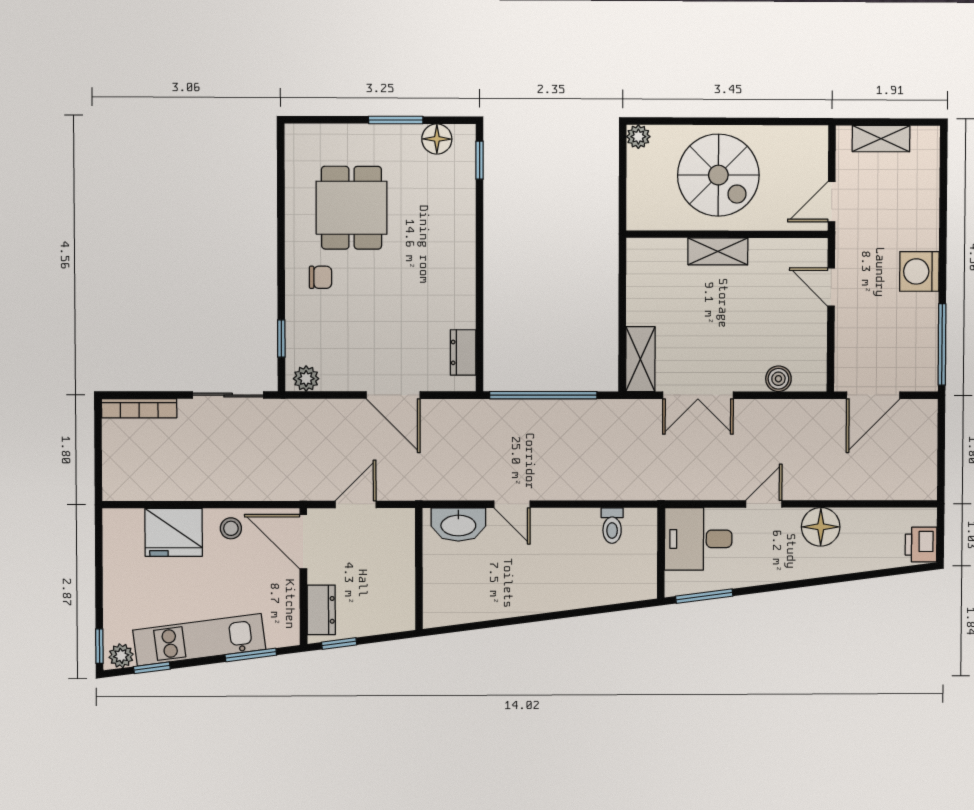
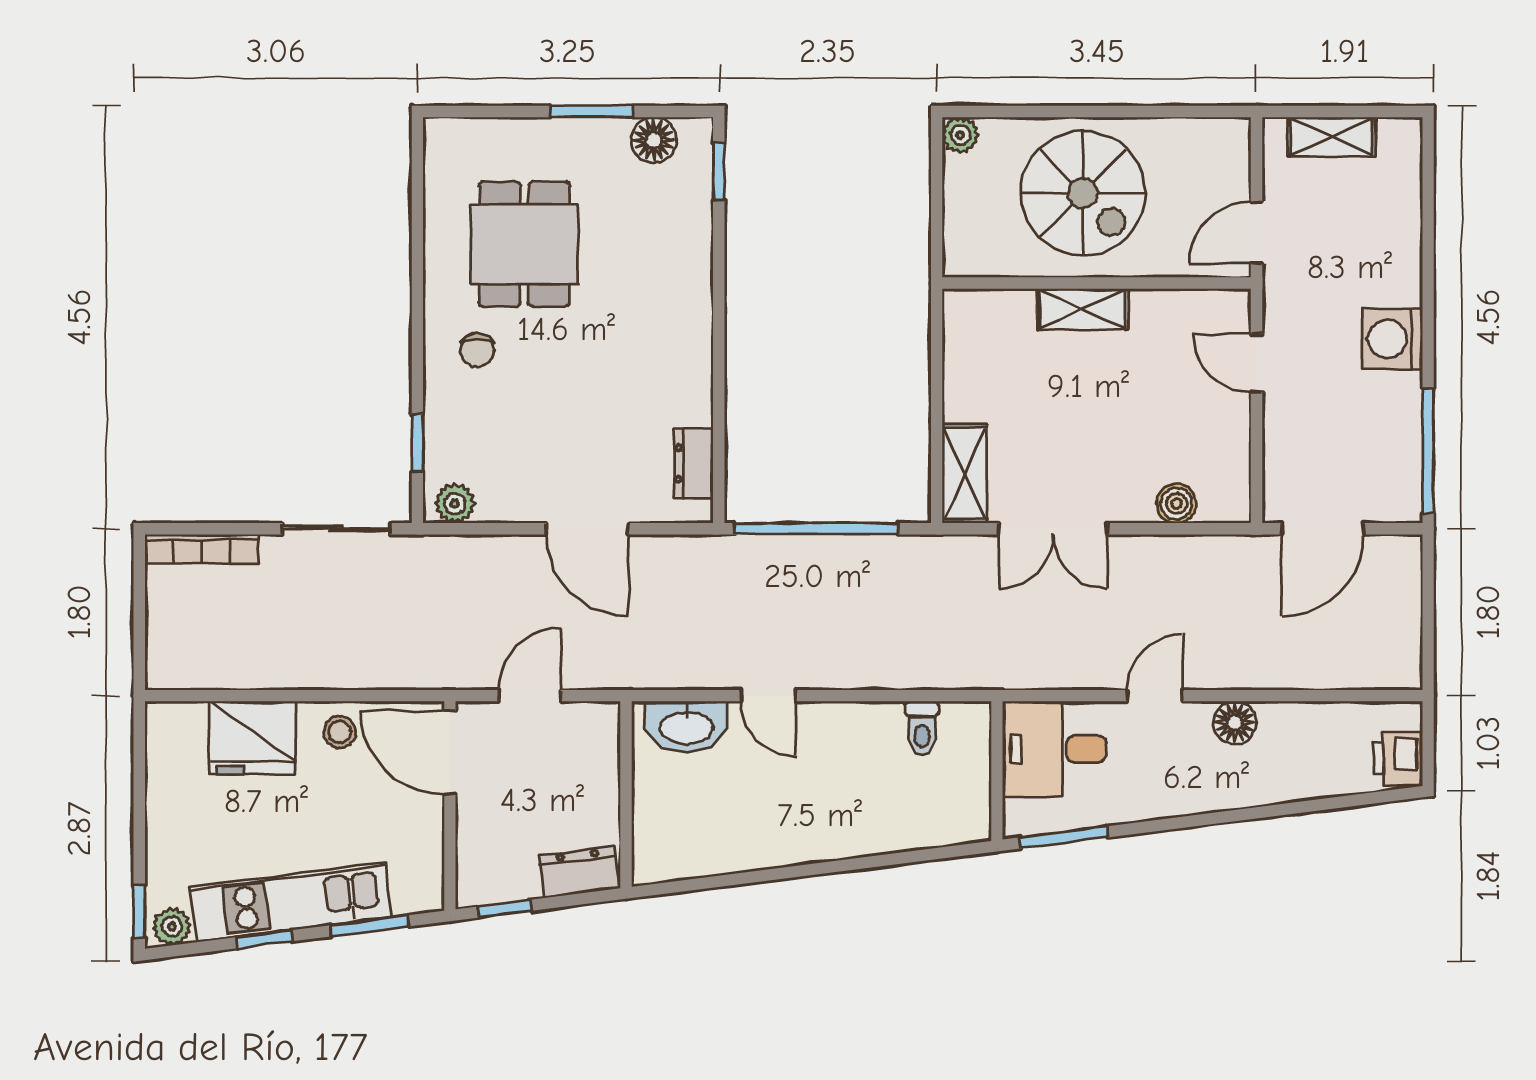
chair: (321, 277) -> (477, 350), turned 90
floor lamp: (821, 527) -> (1235, 723), width x0.73, depth x0.73
dresser: (321, 610) -> (579, 872), moved, turned -97
window: (152, 668) -> (265, 939), moved

